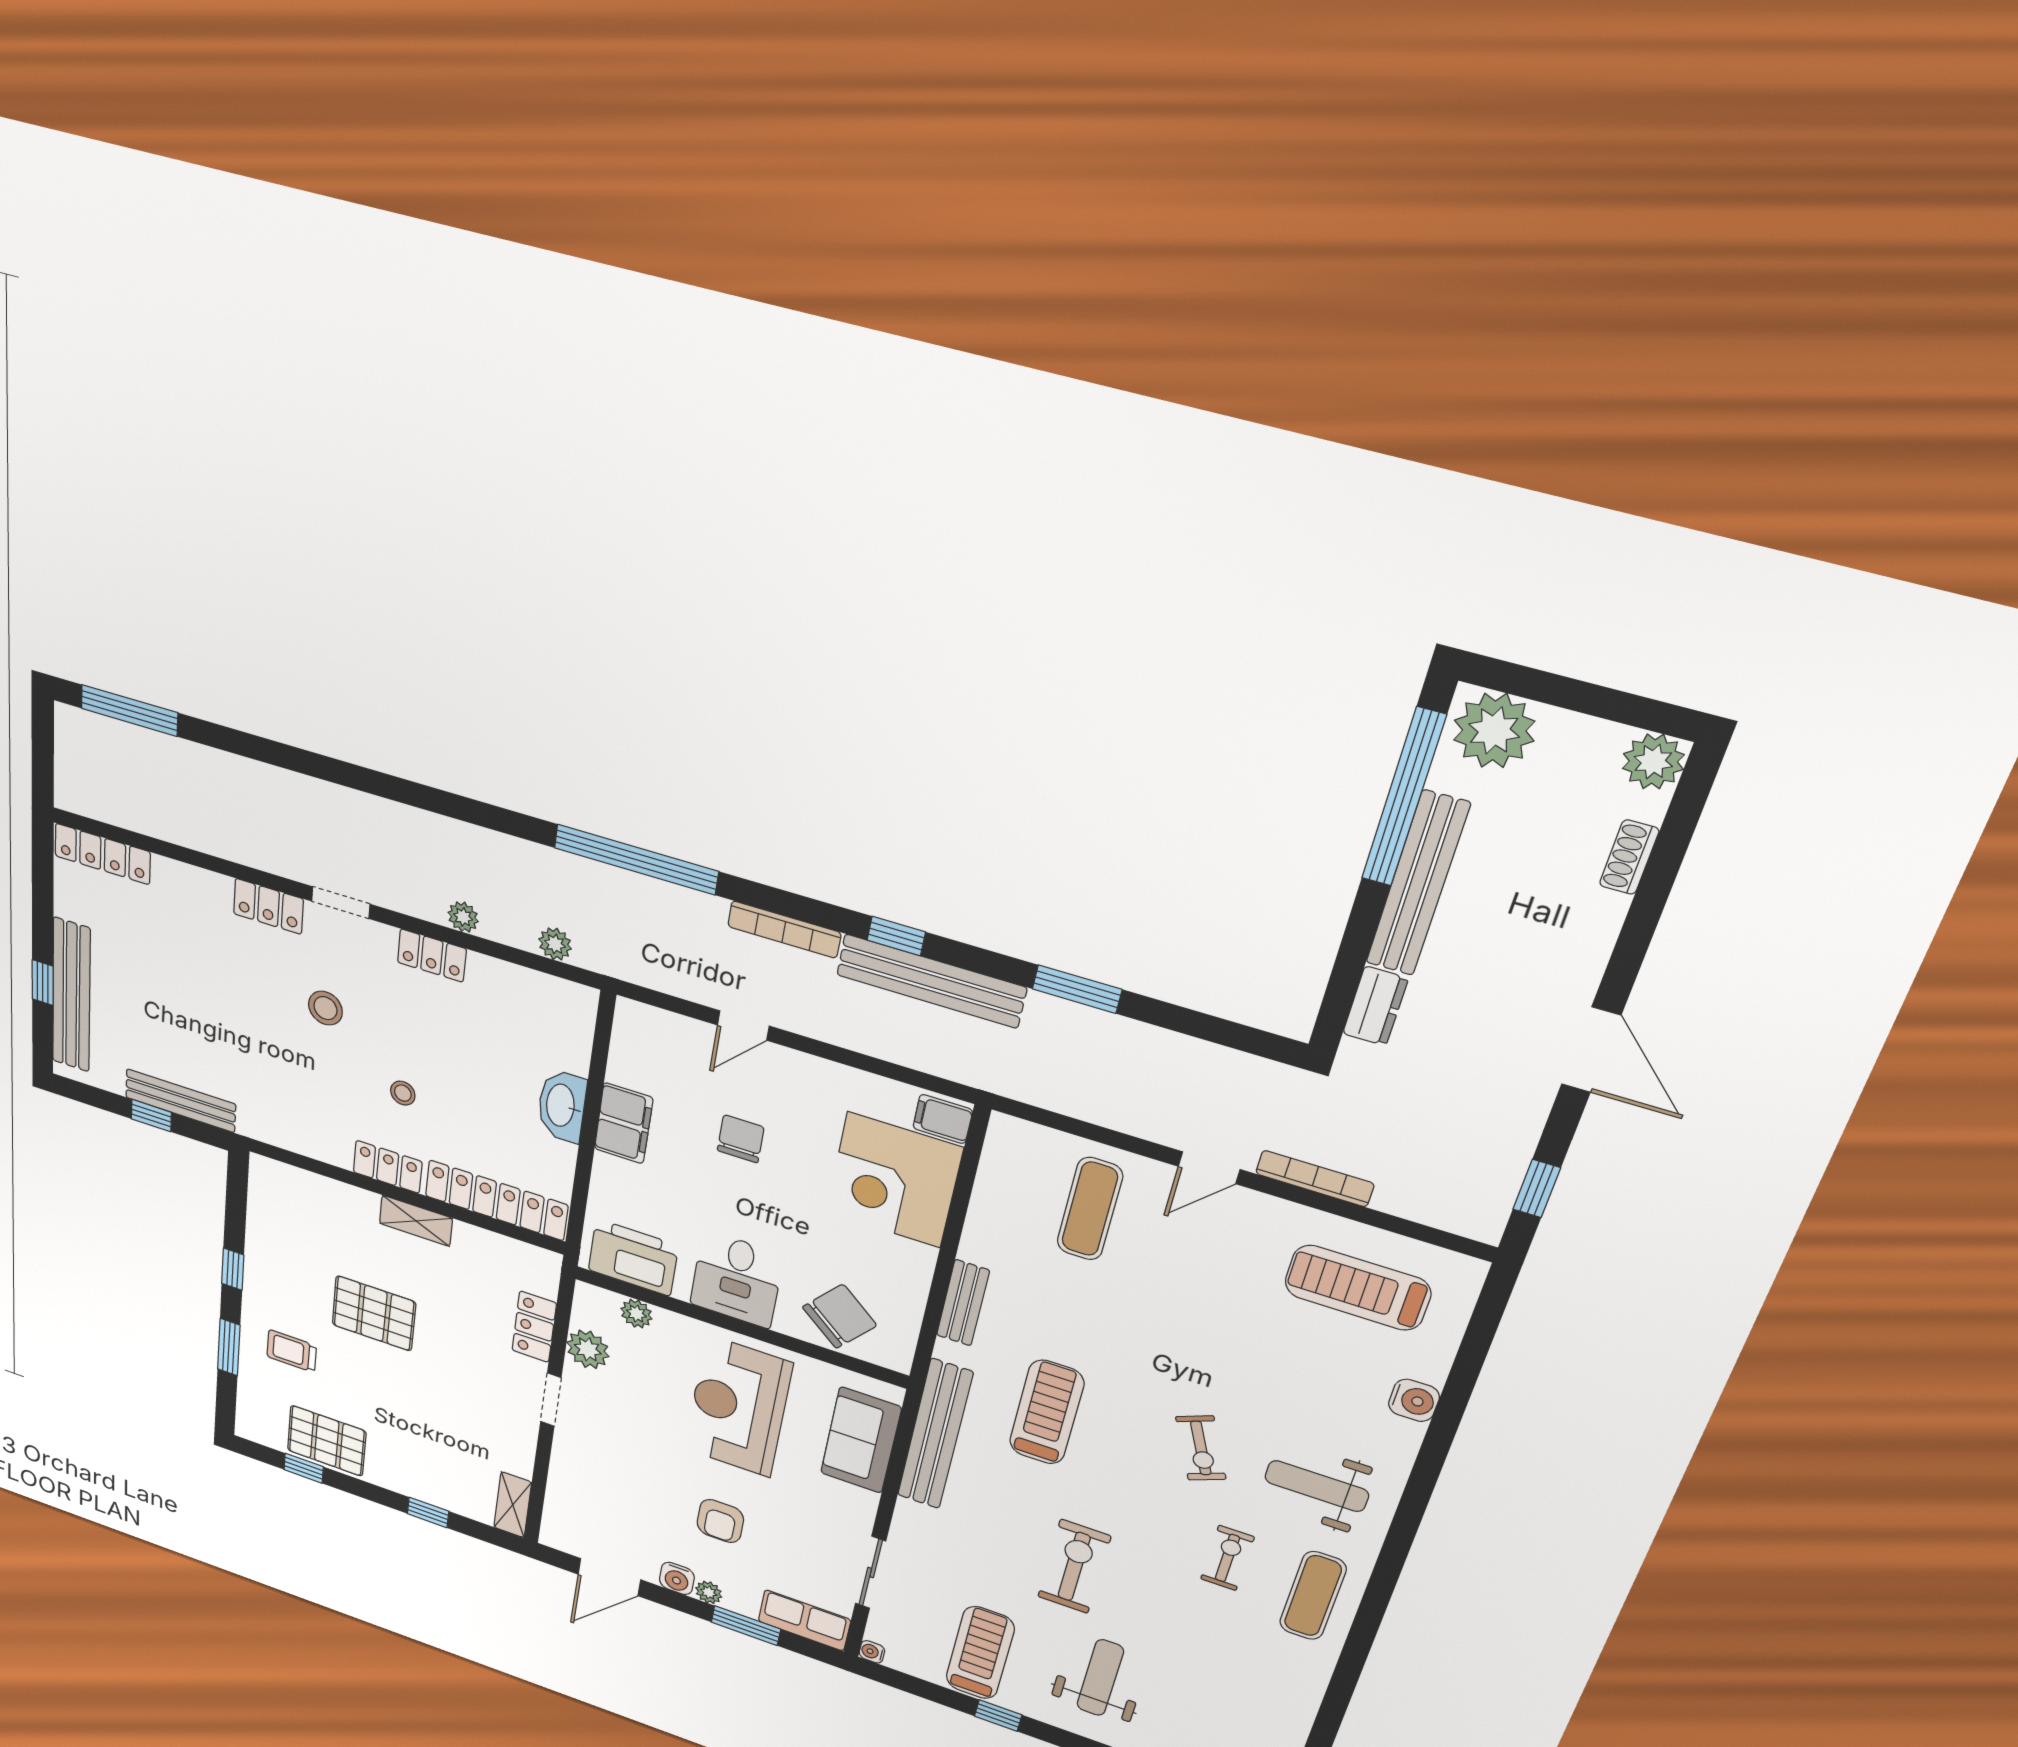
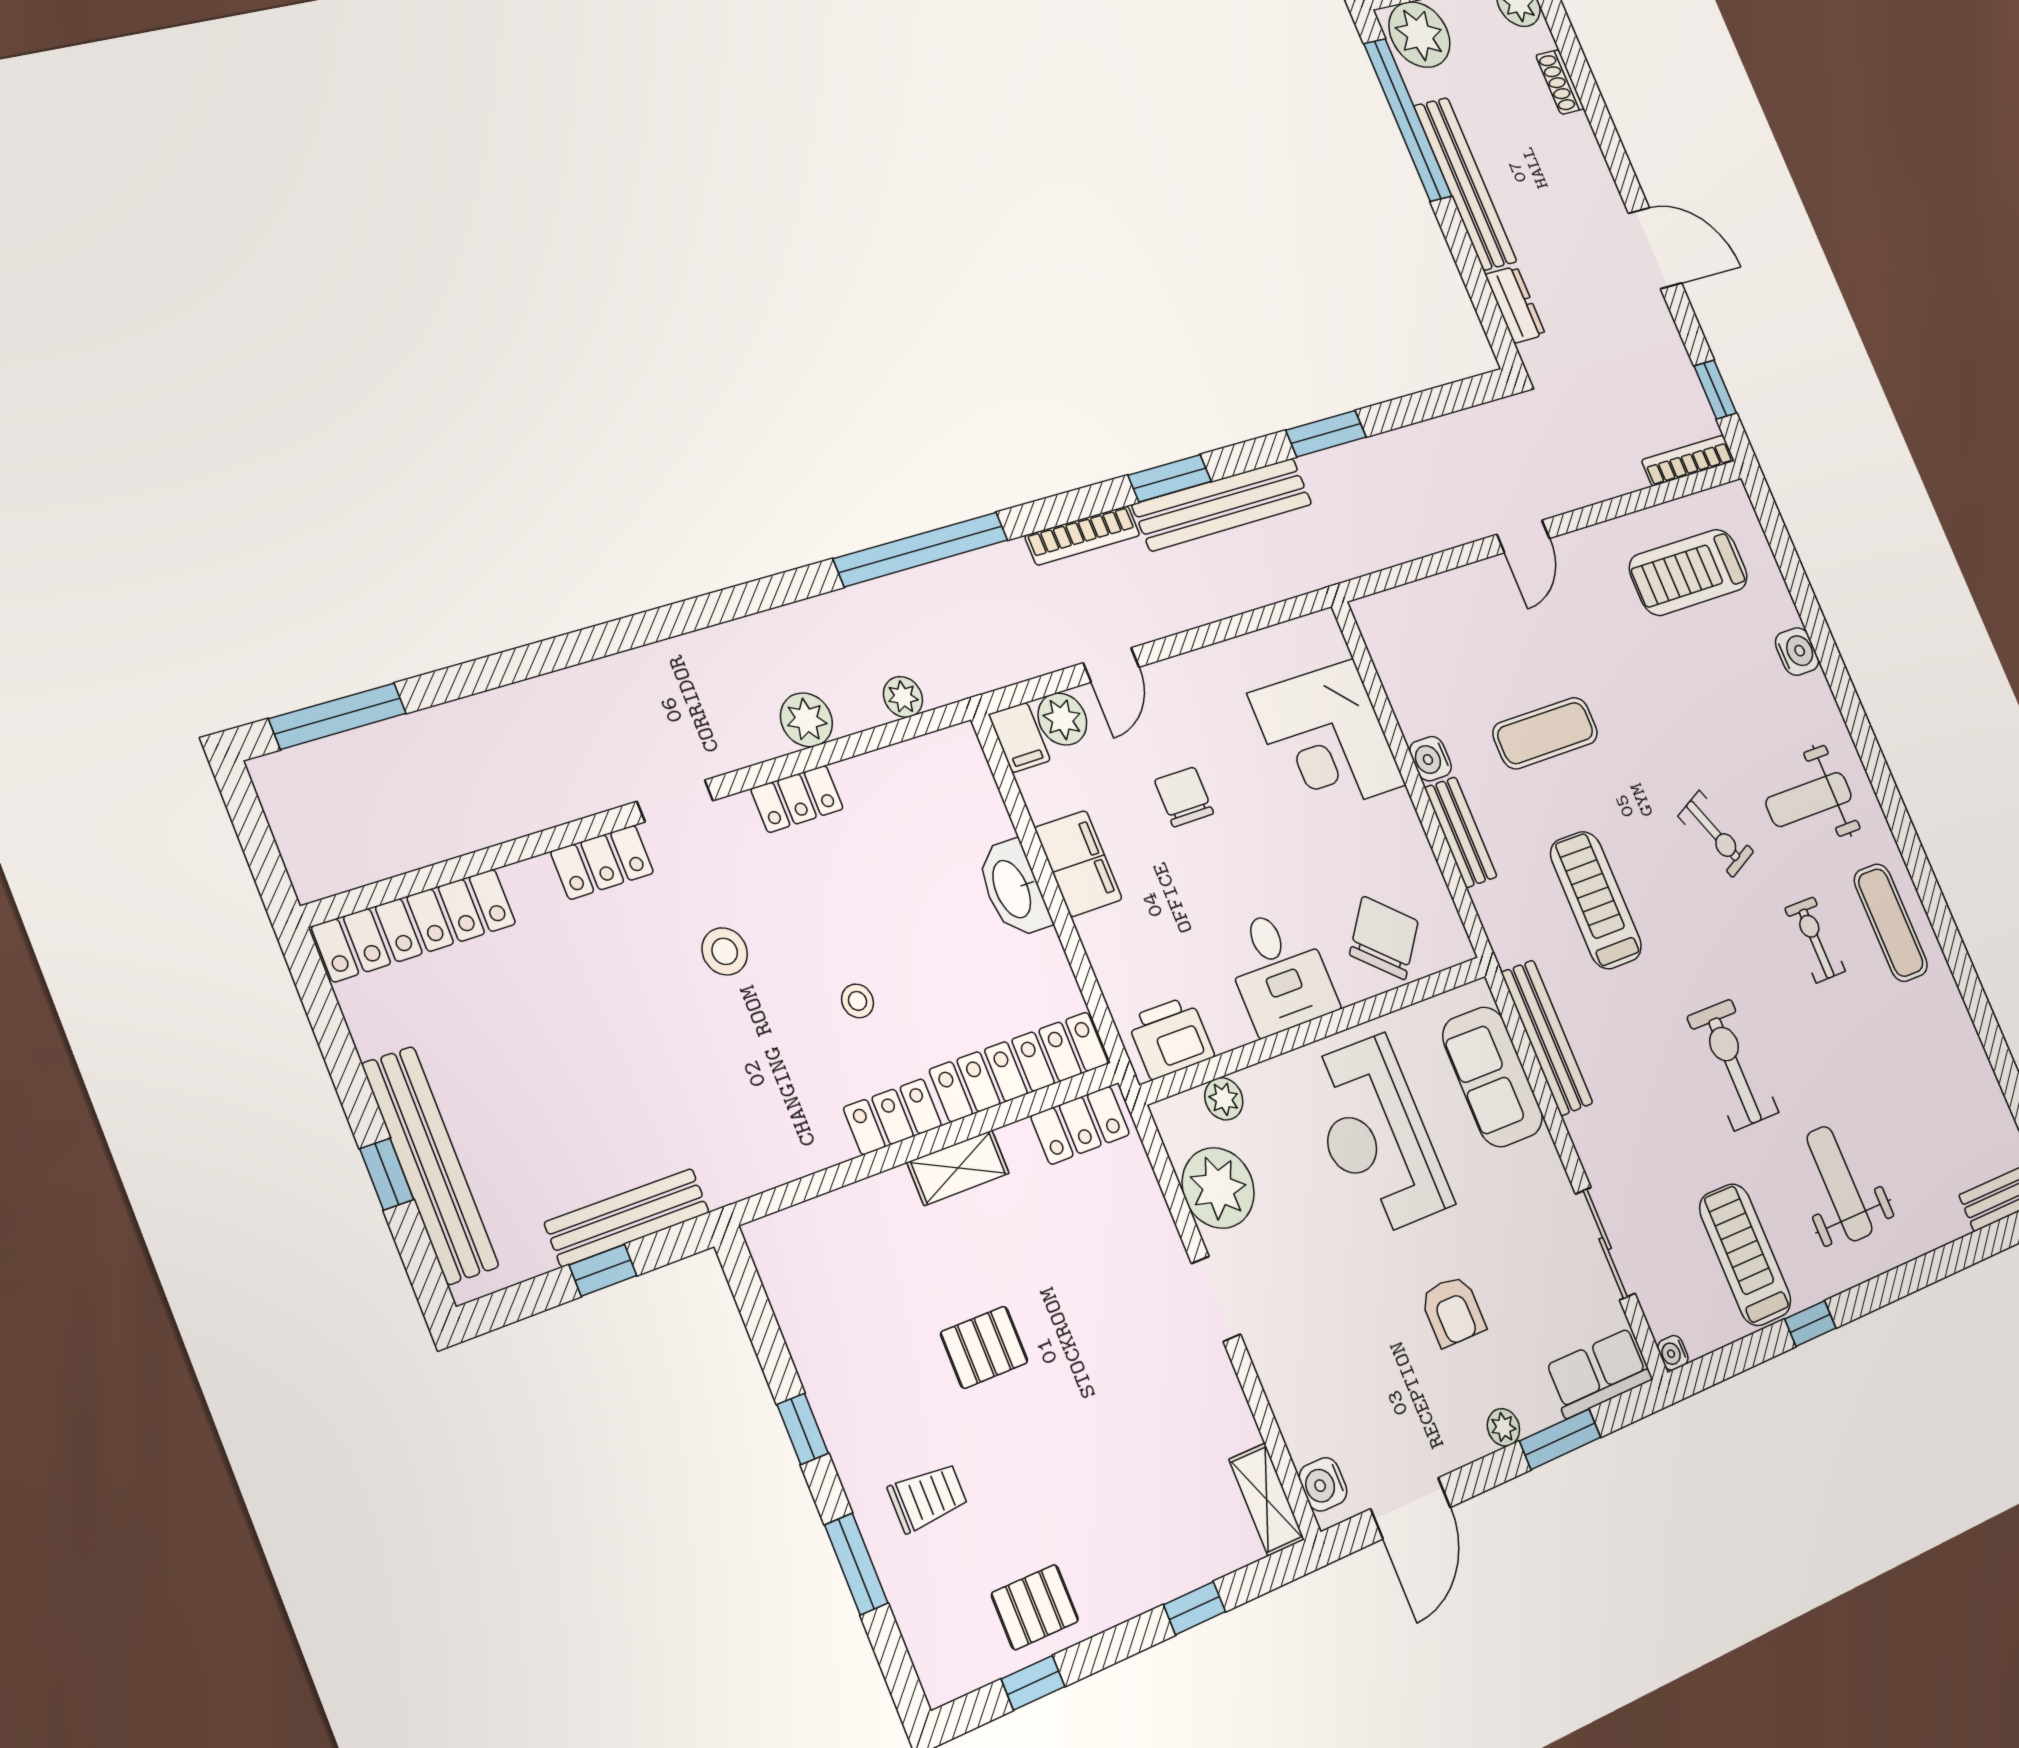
locker: (103, 854) -> (415, 925), width x1.41, depth x1.21
plant: (463, 917) -> (806, 720), width x1.38, depth x1.38
window: (896, 936) -> (1170, 478), width x1.50
plant: (676, 1034) -> (1062, 719), added
filing cabinet: (943, 1119) -> (1019, 737), moved, turned -90
bookcase: (1315, 1178) -> (1688, 461), moved
exercise mat: (1090, 1209) -> (1545, 733), moved, turned 90
water cooler: (977, 1247) -> (1430, 759), added
printer: (633, 1258) -> (1171, 1038), width x0.73, depth x0.84
pallet: (374, 1313) -> (984, 1347), width x0.67, depth x0.71
locker: (534, 1327) -> (1080, 1125), moved, turned -90
plant: (588, 1349) -> (1218, 1188), width x1.36, depth x1.36
trolley: (292, 1351) -> (928, 1497), turned 180
bench: (935, 1434) -> (1547, 1038), width x0.73, depth x0.82
pallet: (327, 1441) -> (1035, 1607), width x0.67, depth x0.71
water cooler: (677, 1578) -> (1323, 1484), moved, turned 90

